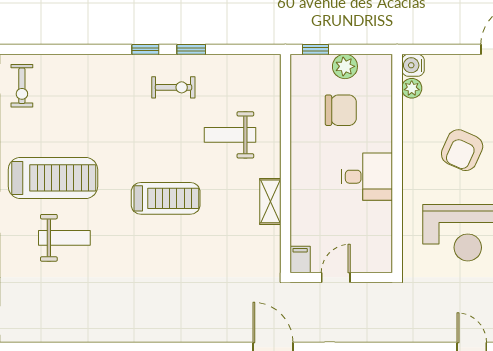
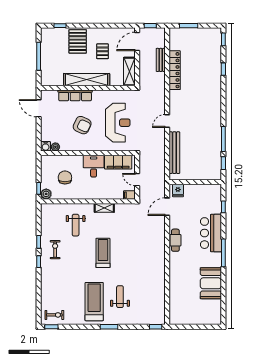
plant: (345, 66) -> (46, 194), moved
filing cabinet: (376, 234) -> (118, 162), added

